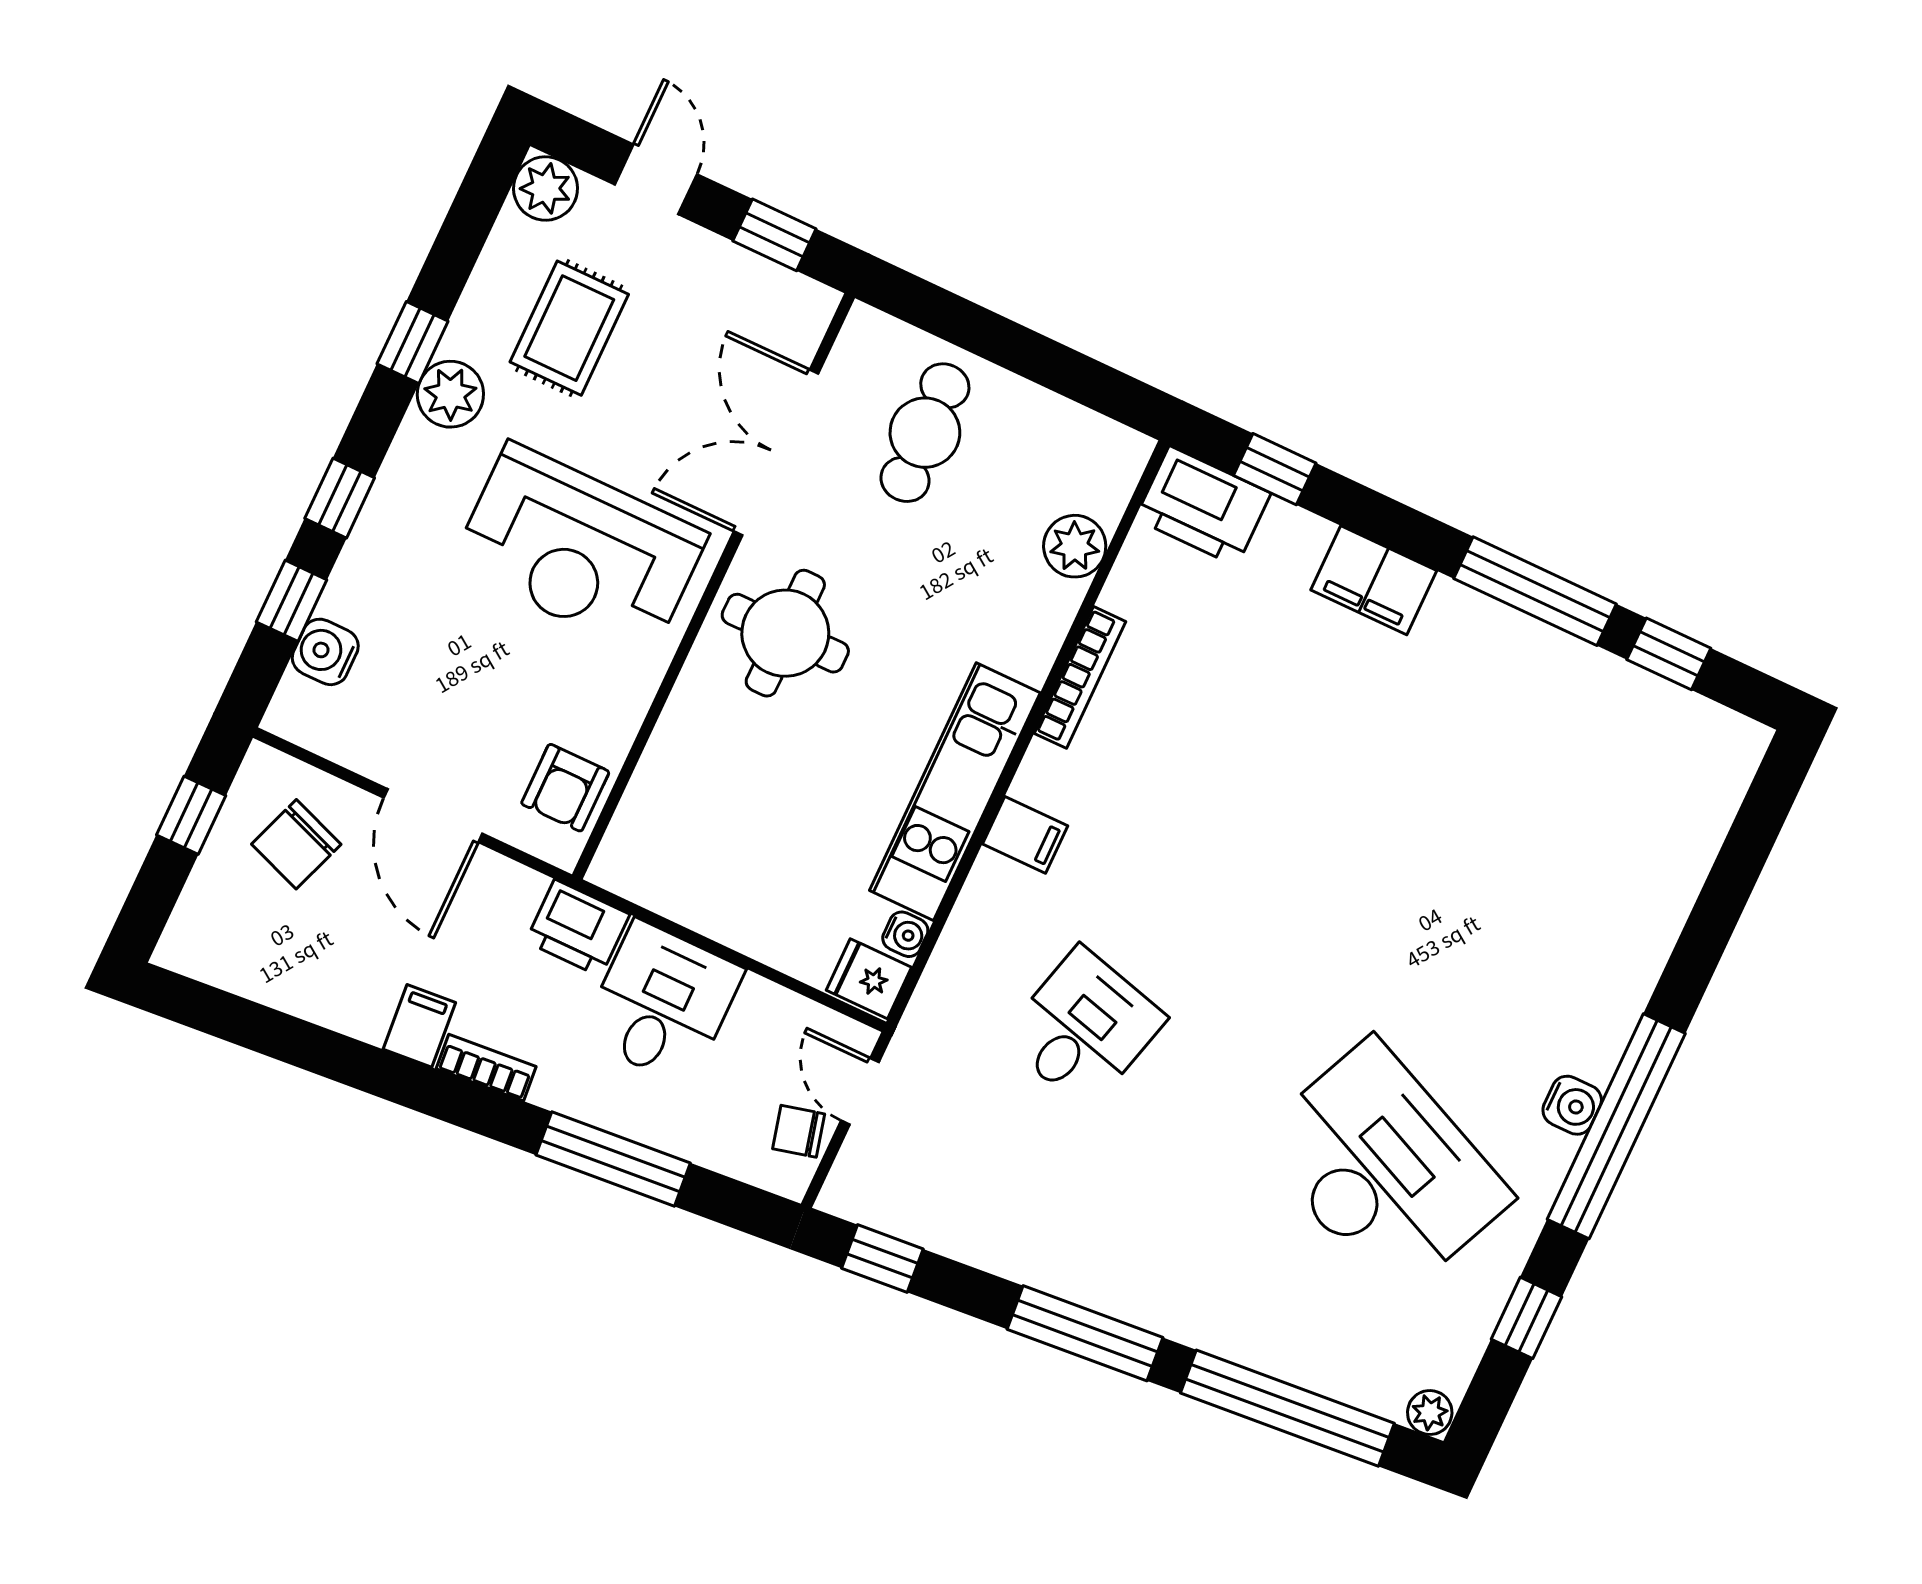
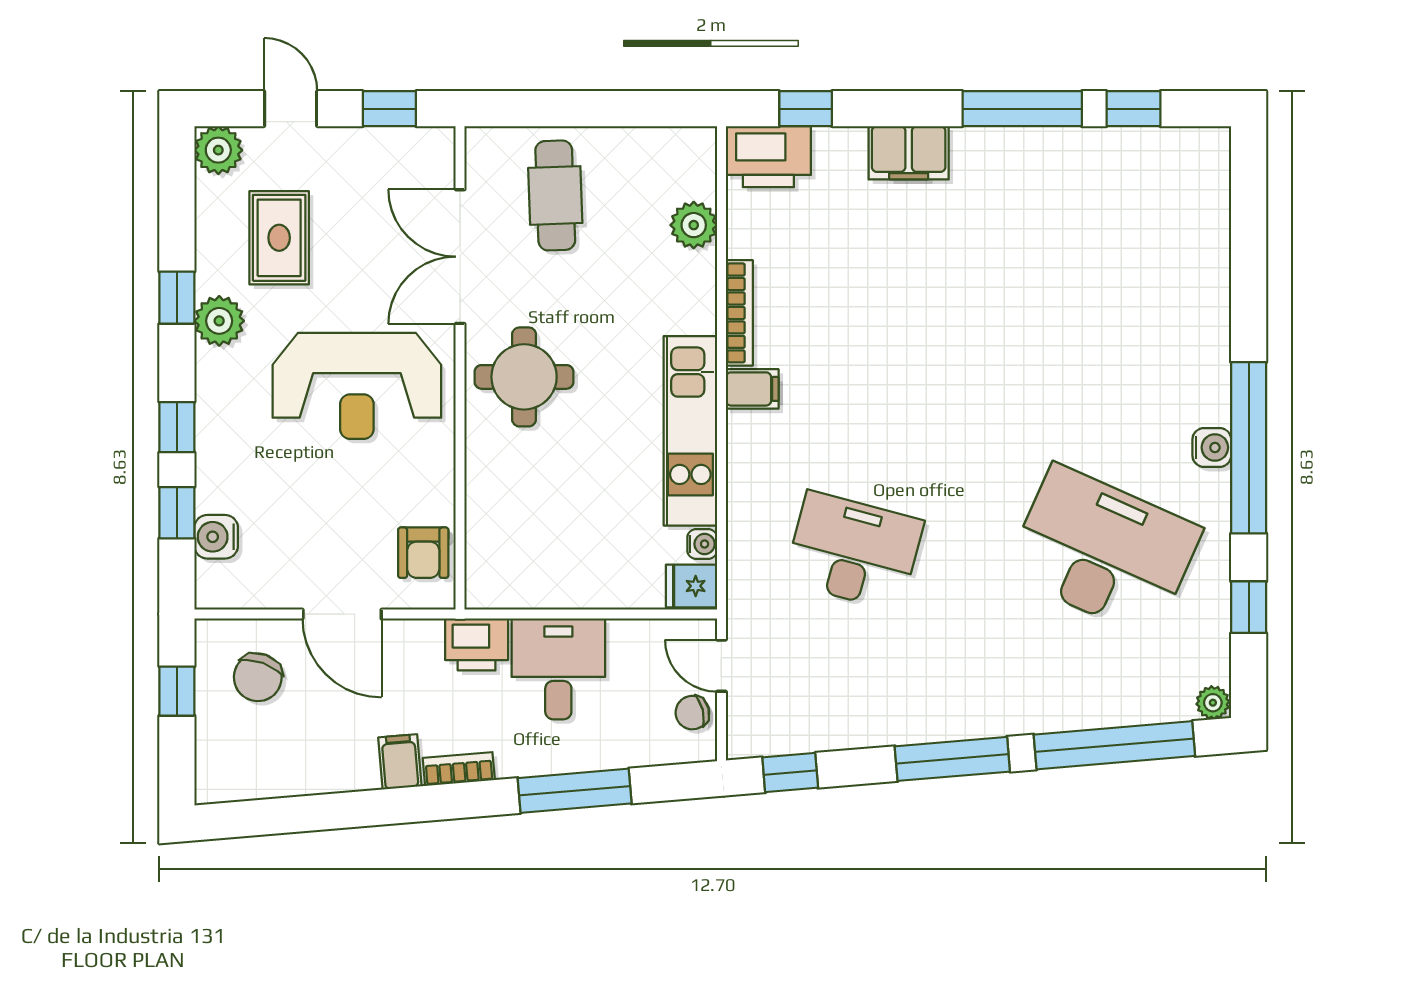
filing cabinet: (1025, 835) -> (752, 389), moved
desk: (1083, 1028) -> (854, 551), width x1.37

